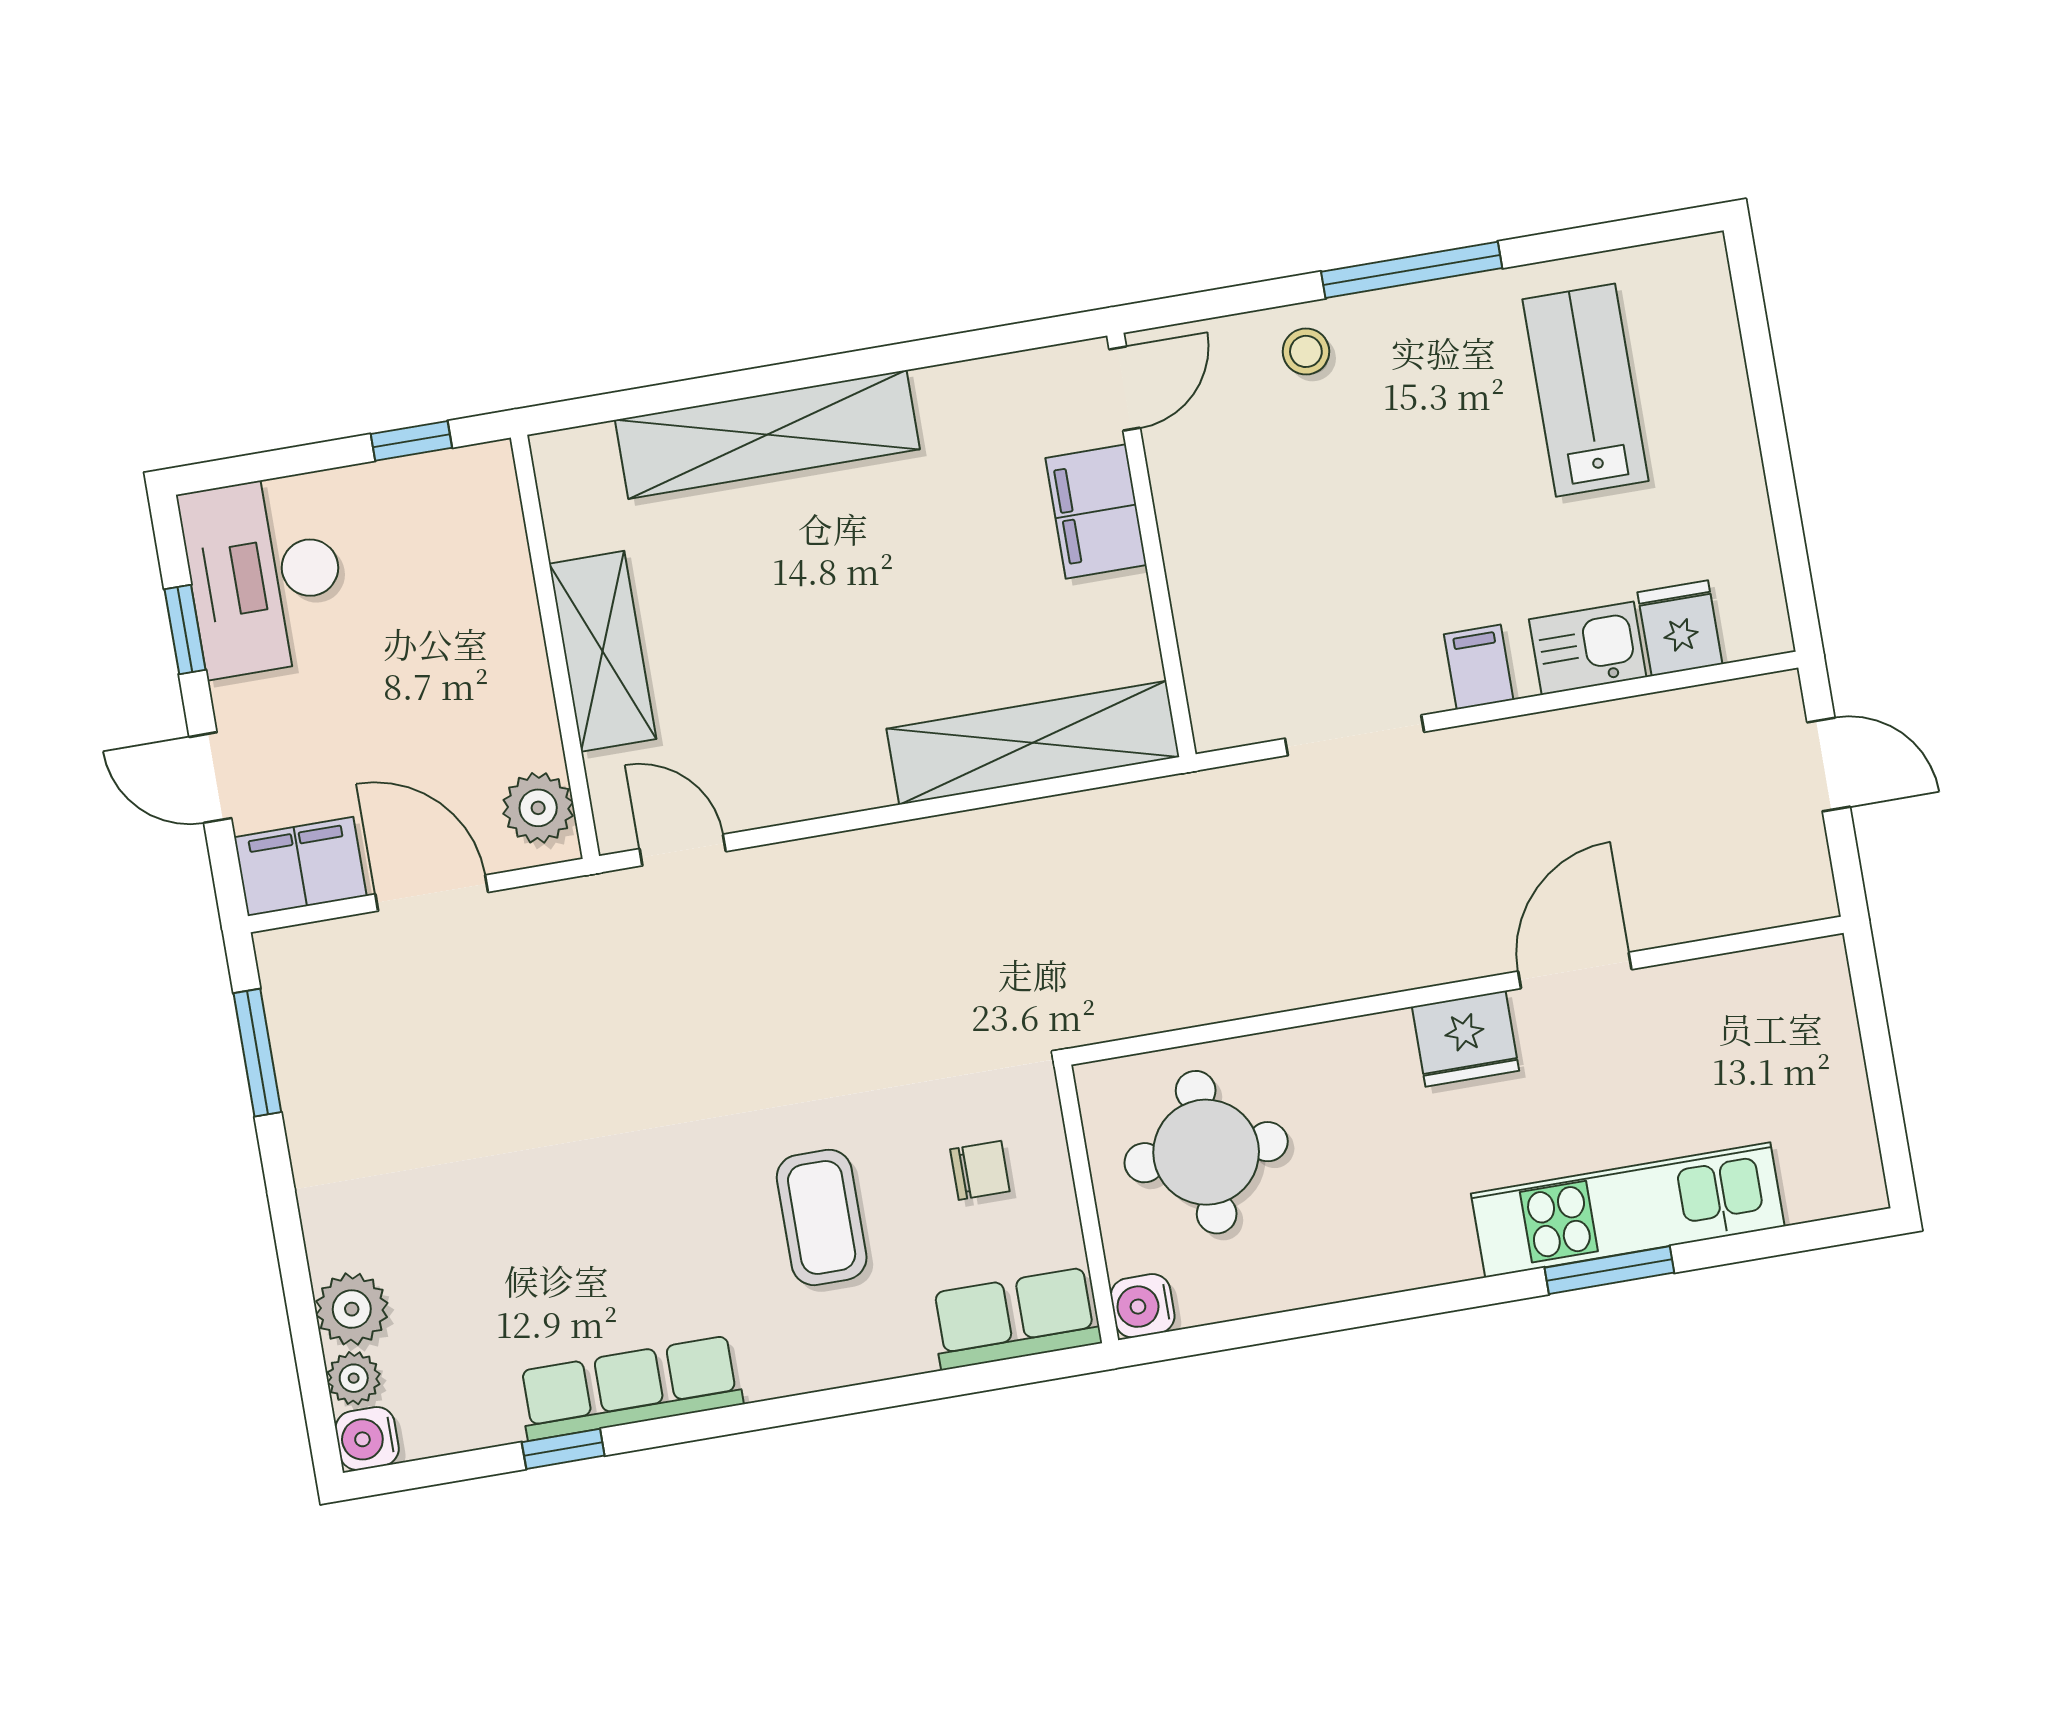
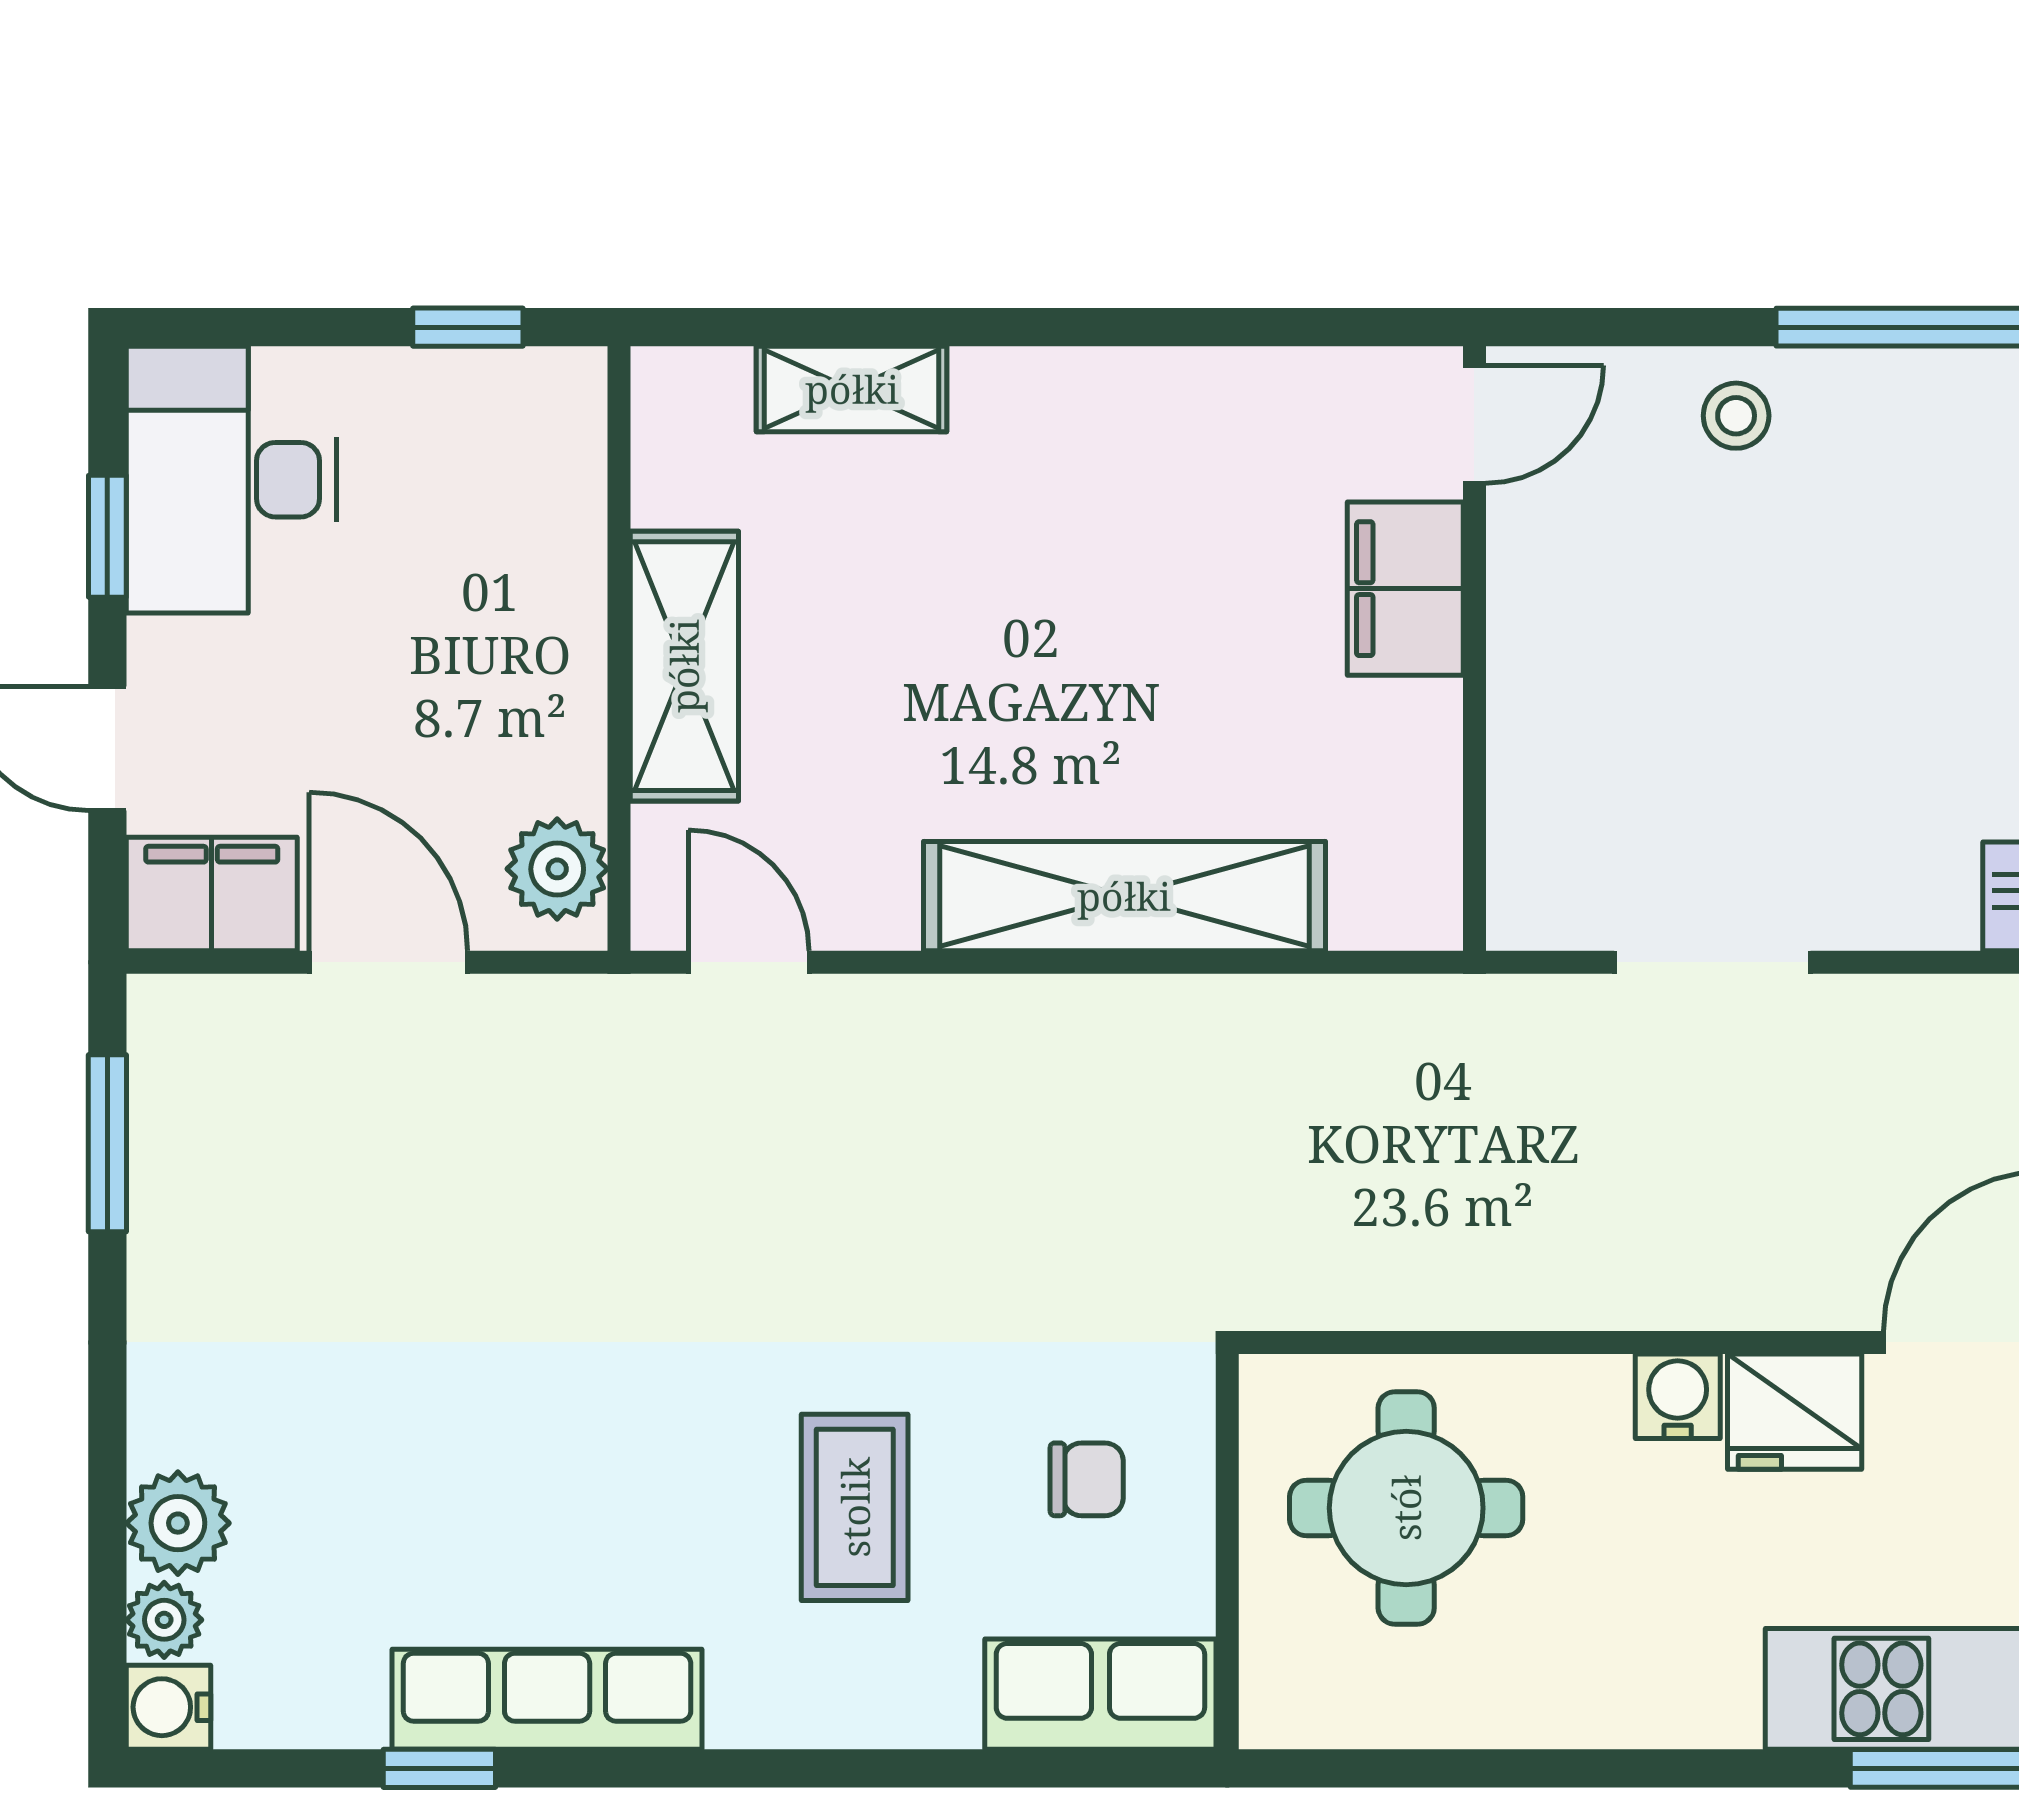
shelving: (767, 435) -> (852, 389), width x0.45, depth x0.75
filing cabinet: (1479, 667) -> (1902, 897), removed
shelving: (1033, 743) -> (1124, 896), moved
water cooler: (1143, 1306) -> (1678, 1396), moved, turned 90

